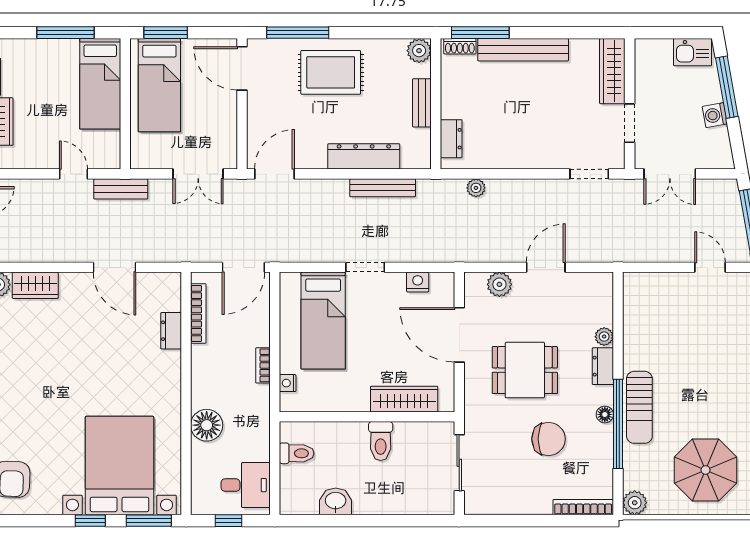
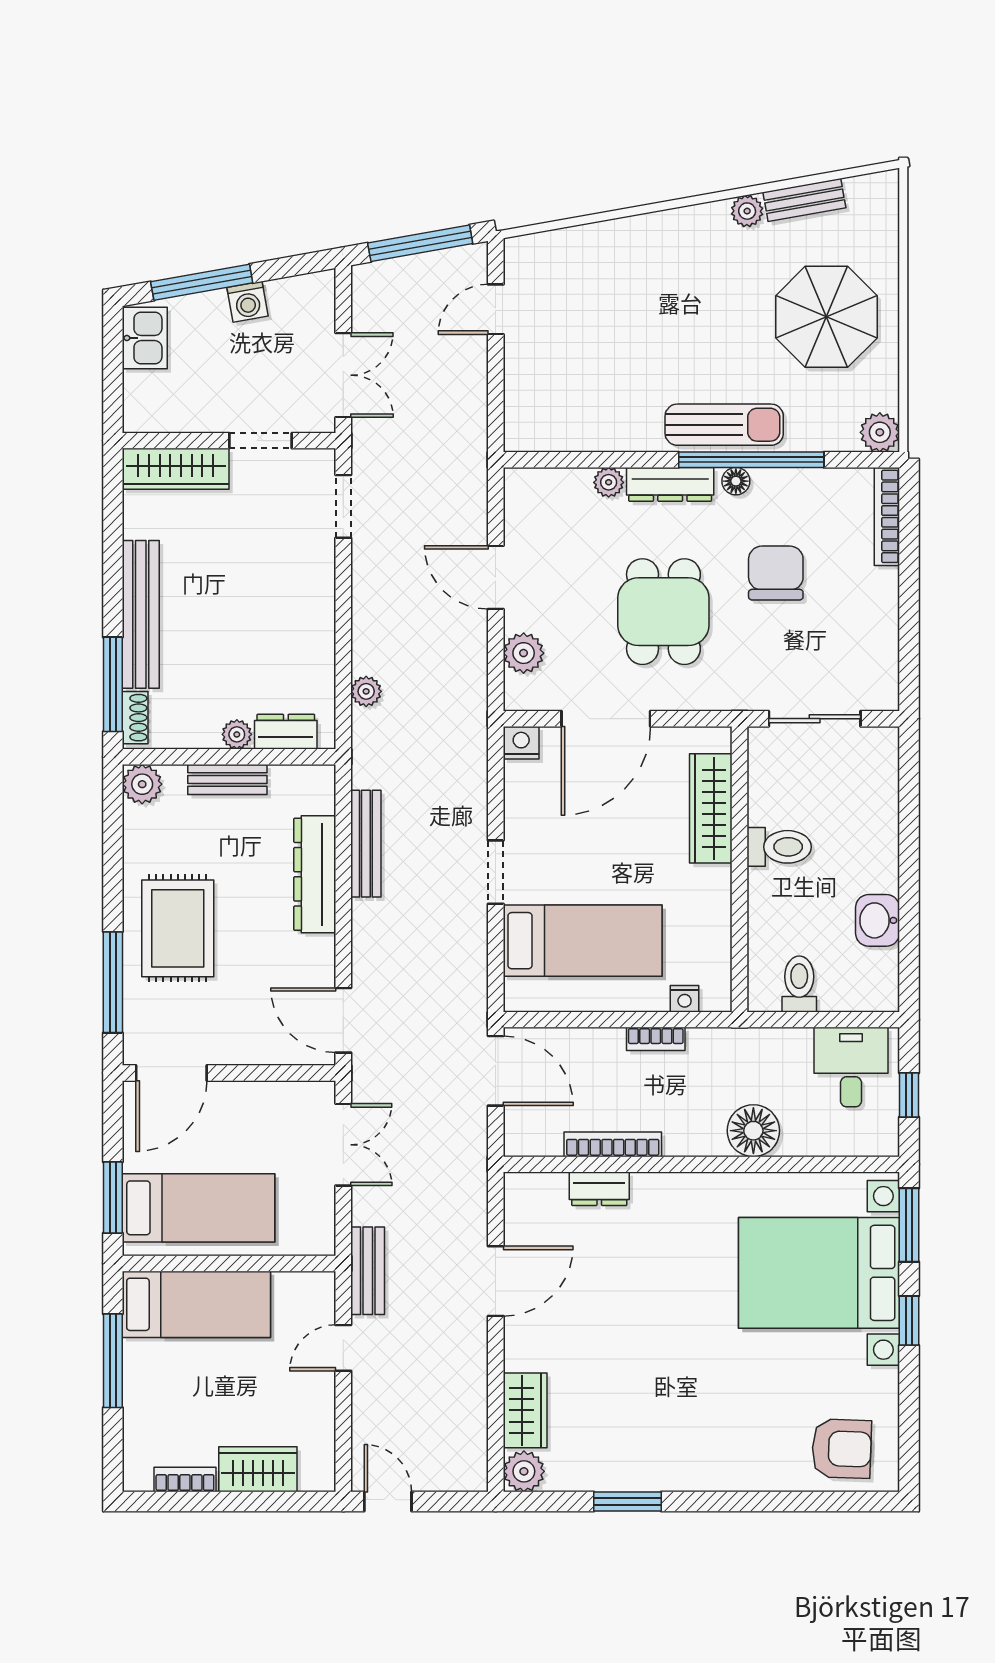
plant: (450, 109) -> (237, 734), added
nightstand: (418, 282) -> (521, 743), moved, turned 90
bookcase: (198, 313) -> (613, 1144), moved
dresser: (603, 366) -> (670, 484), width x1.44

